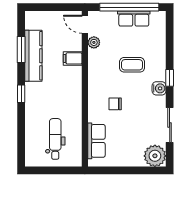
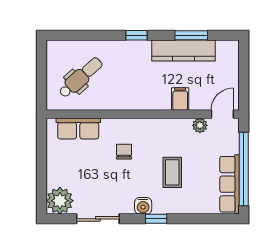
row of seats: (134, 18) -> (229, 184), width x1.48
dental chair: (55, 139) -> (81, 78), turned -42

